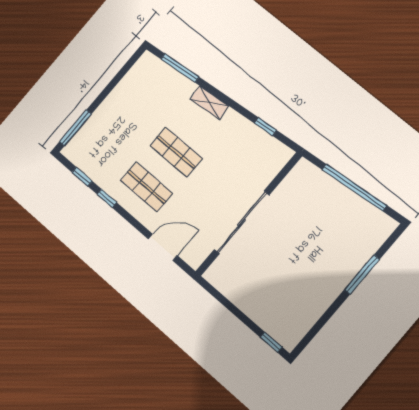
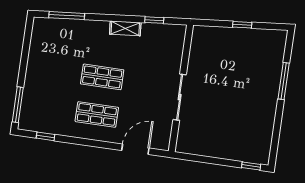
shelving: (209, 102) -> (125, 28), moved
window: (354, 188) -> (242, 25), width x0.32
window: (107, 198) -> (73, 140), removed
sliding door: (242, 222) -> (180, 97), width x0.73

